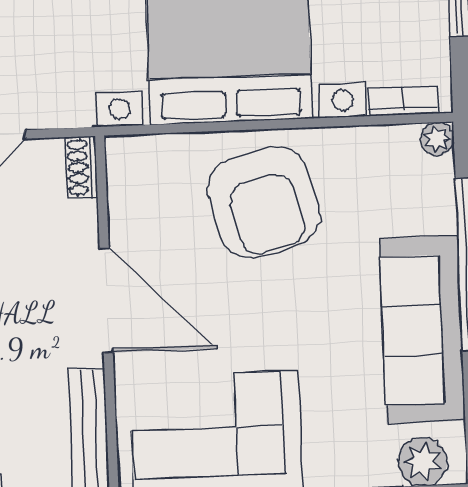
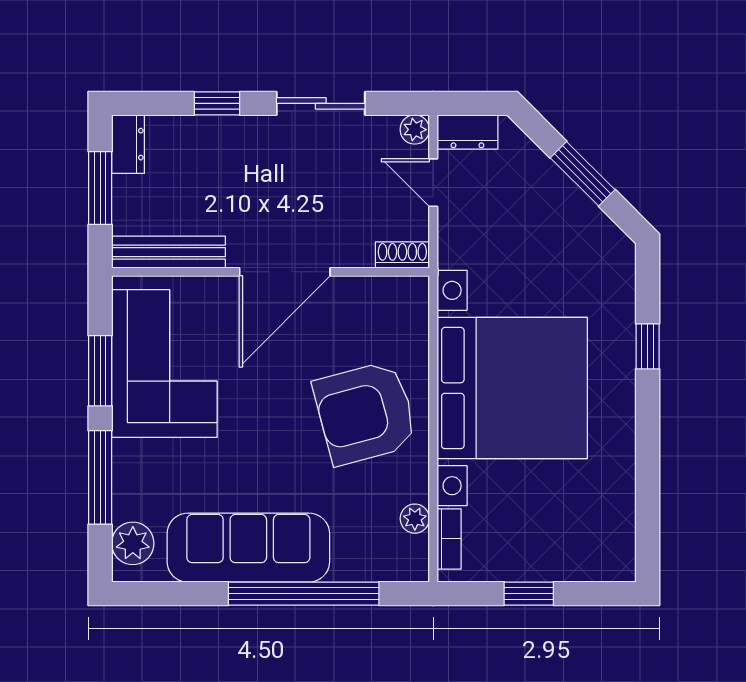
plant: (437, 139) -> (415, 519), moved

